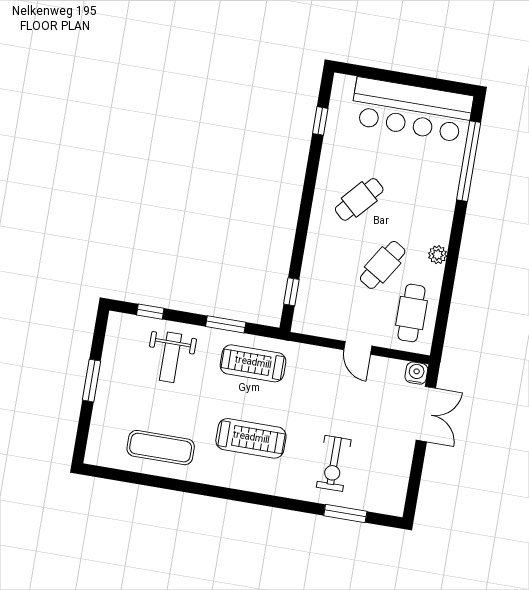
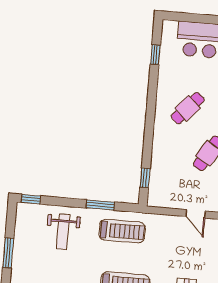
window: (150, 312) -> (31, 199), moved
treadmill: (253, 363) -> (122, 231), turned 180

